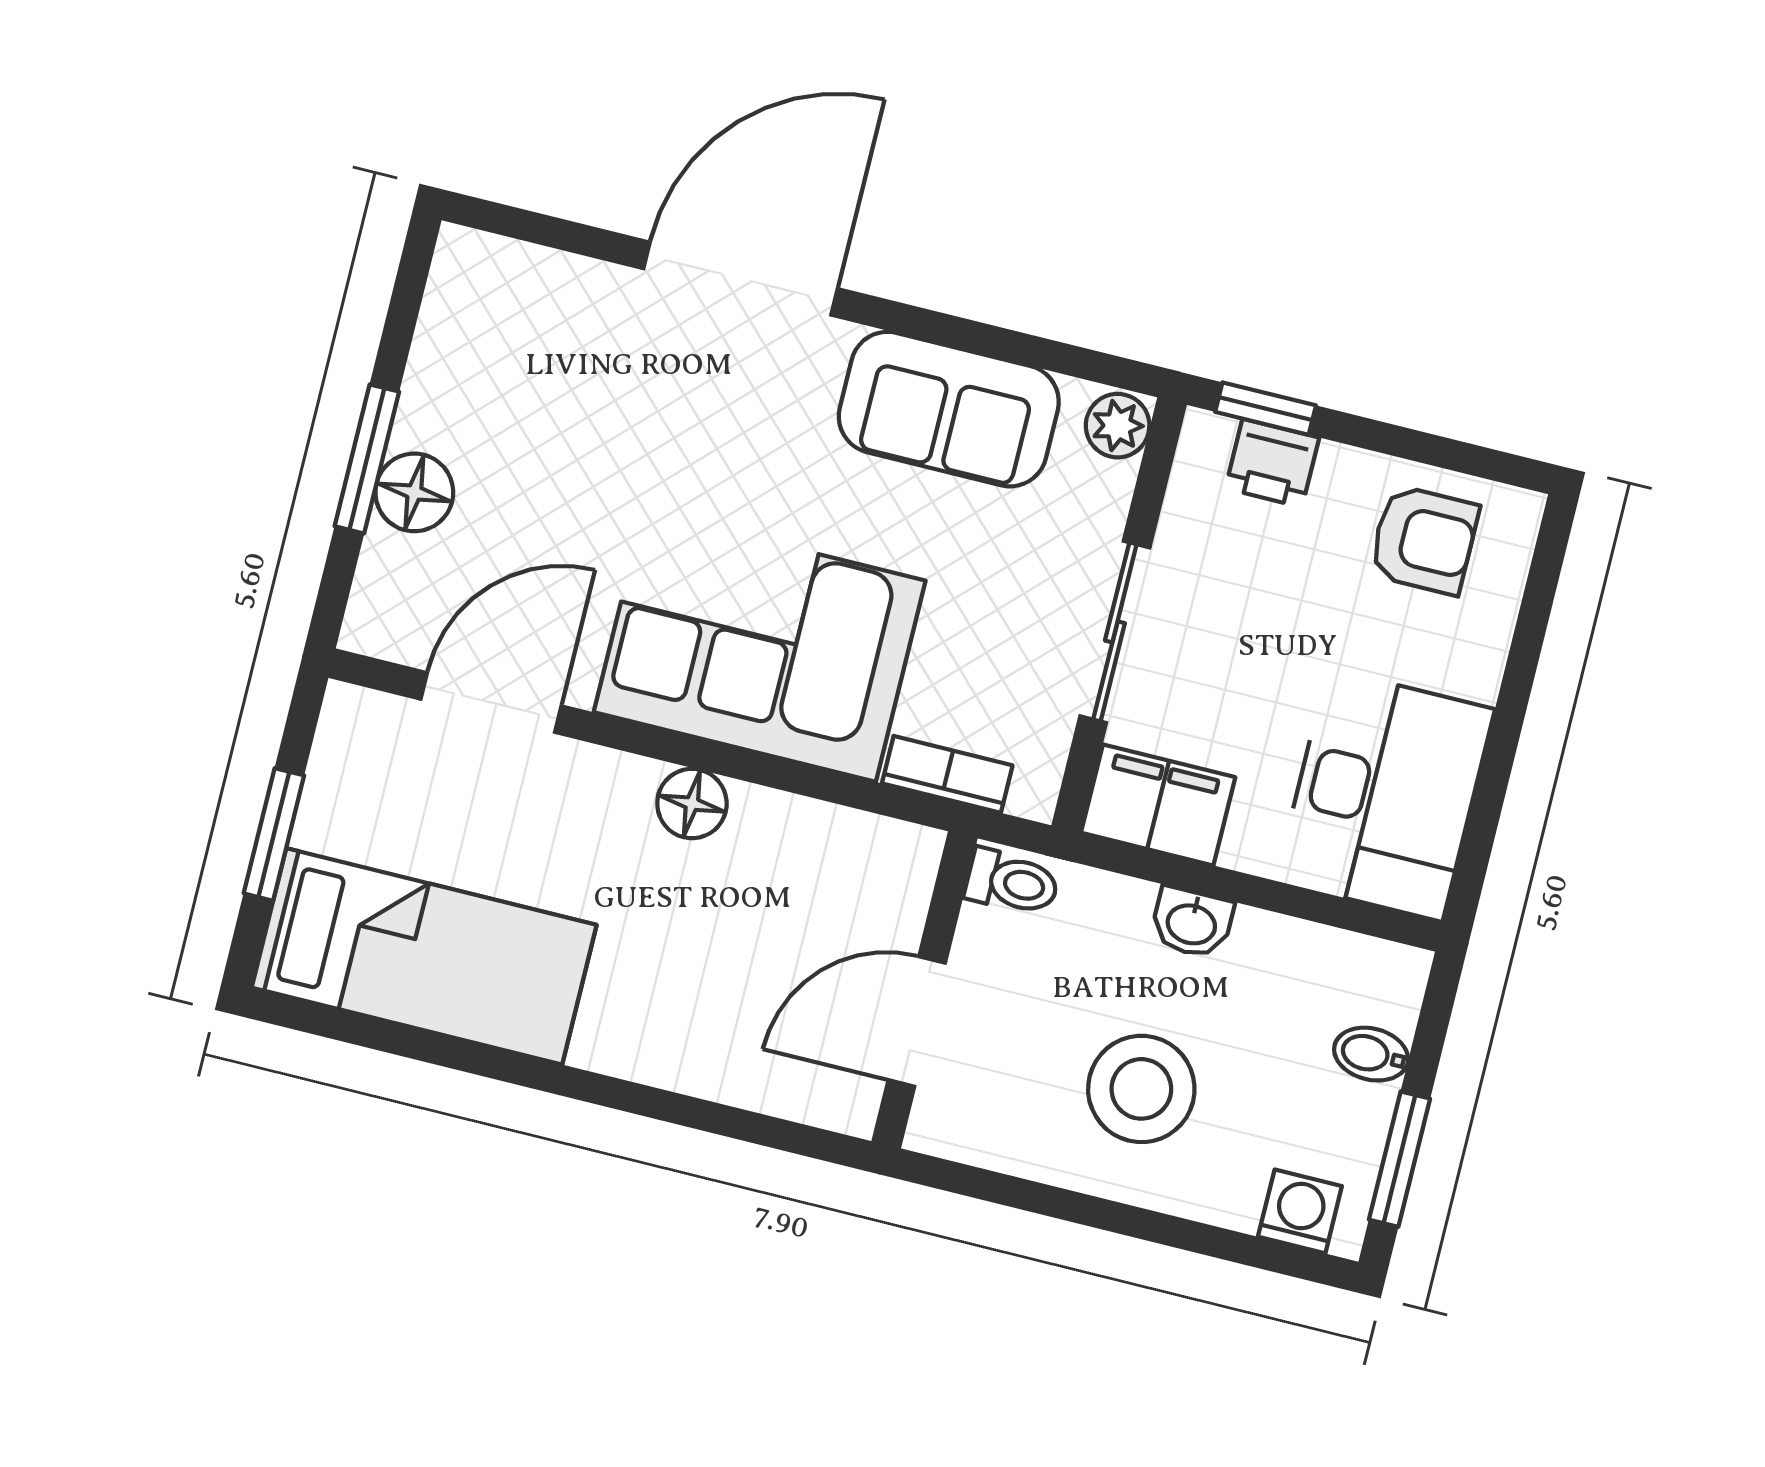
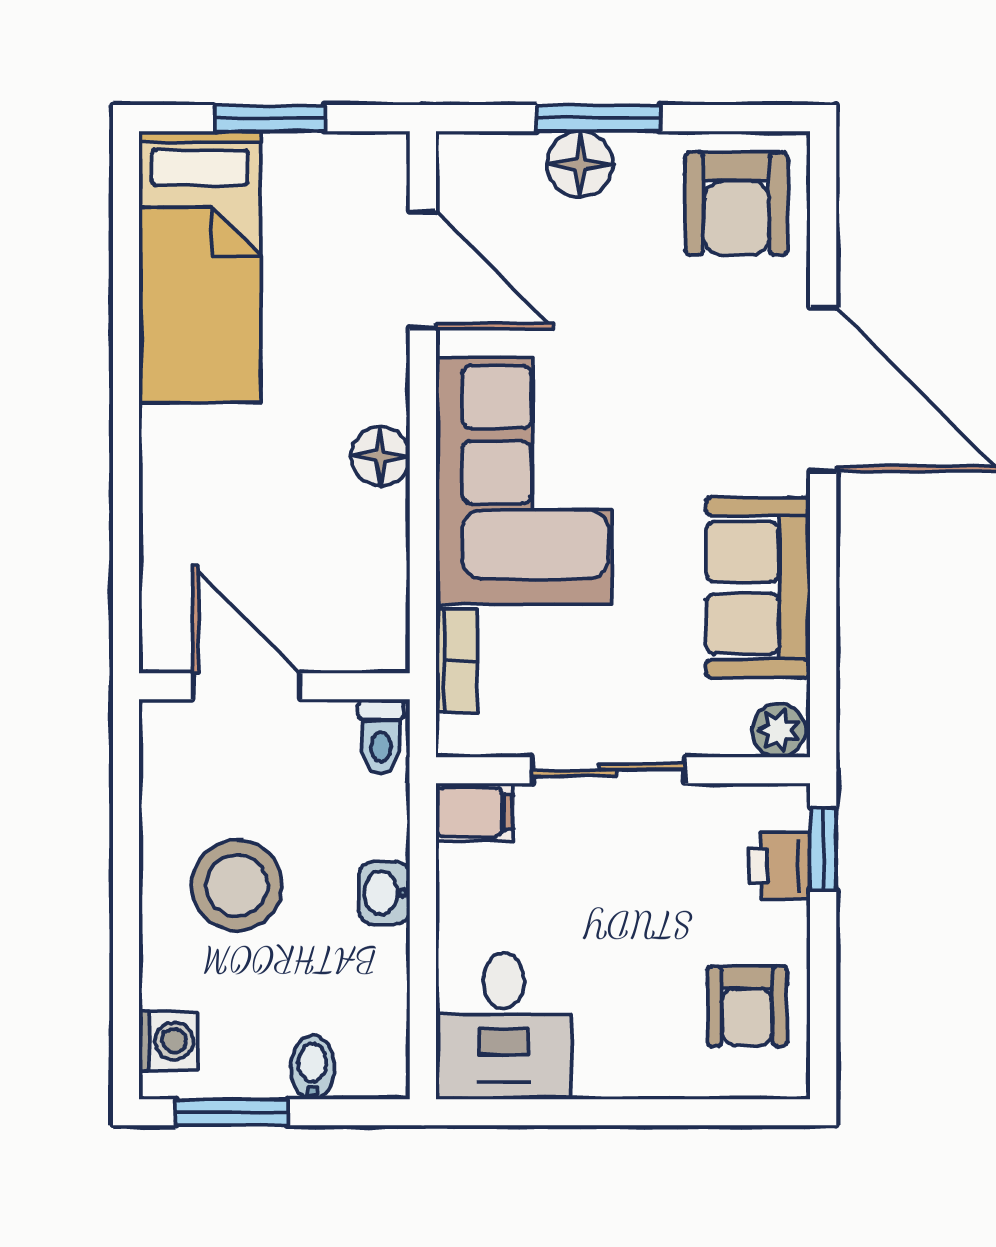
armchair: (504, 325) -> (736, 204), added
desk: (1385, 795) -> (504, 1026), width x0.73
filing cabinet: (1158, 805) -> (474, 812), width x0.50

